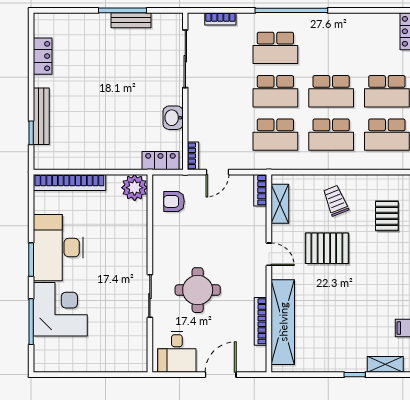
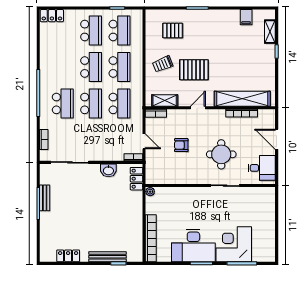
plant: (135, 188) -> (150, 192), width x0.53, depth x0.53
armchair: (174, 201) -> (181, 145), moved, turned 90
pallet: (327, 248) -> (194, 70), turned 90

